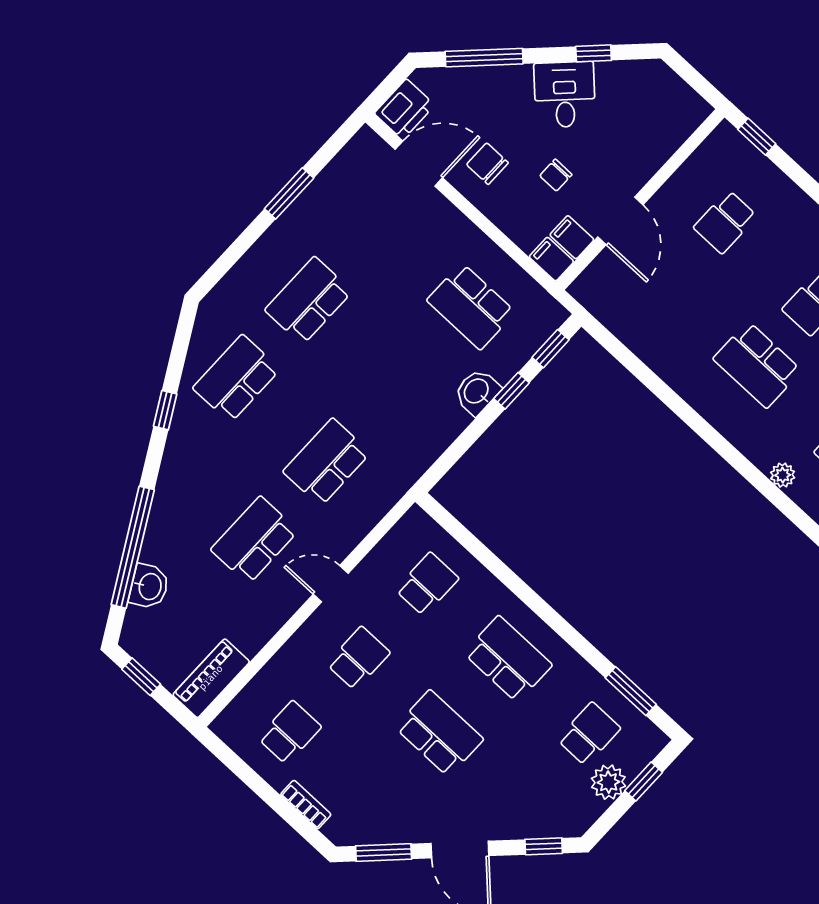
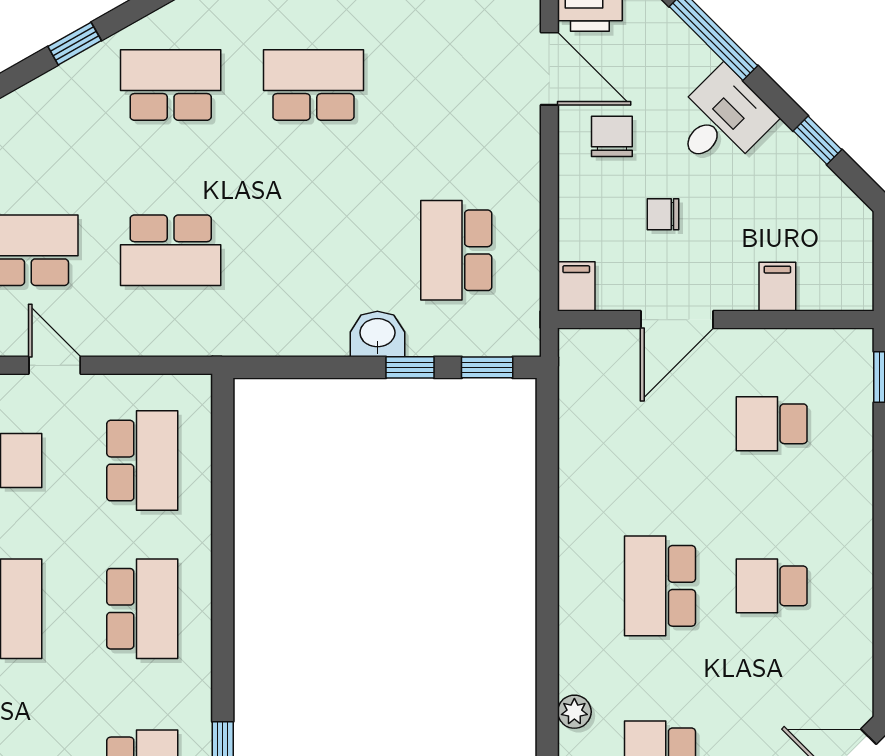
desk: (565, 95) -> (722, 120), moved
filing cabinet: (572, 237) -> (777, 287), moved
school desk: (327, 462) -> (171, 250), turned 180
school desk: (427, 584) -> (142, 461), width x1.85

